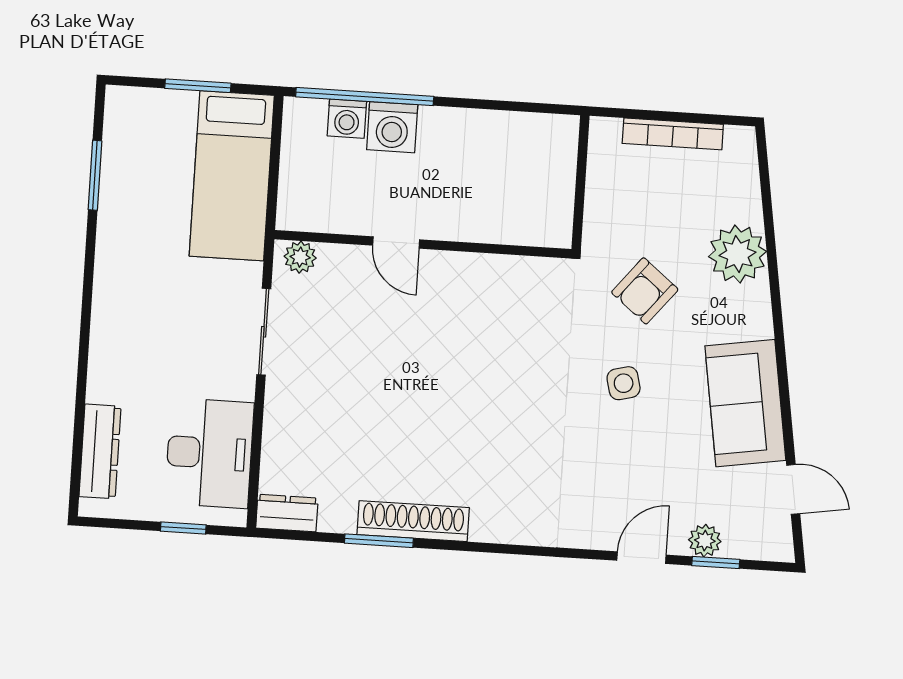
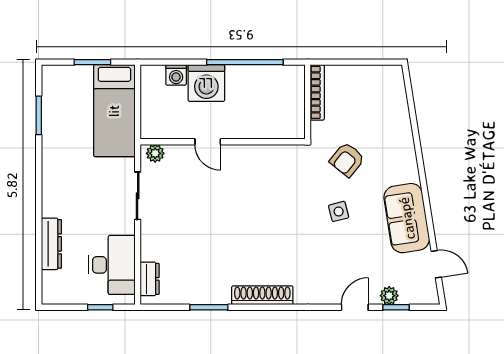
window: (365, 97) -> (245, 62), moved
washing machine: (392, 127) -> (206, 83), width x1.37, depth x1.37
bookcase: (673, 134) -> (317, 92), moved, turned -90
plant: (737, 254) -> (397, 136), removed
dresser: (100, 451) -> (51, 244), moved
dresser: (287, 513) -> (150, 279), moved, turned 90
shoe rack: (413, 521) -> (262, 295), moved

